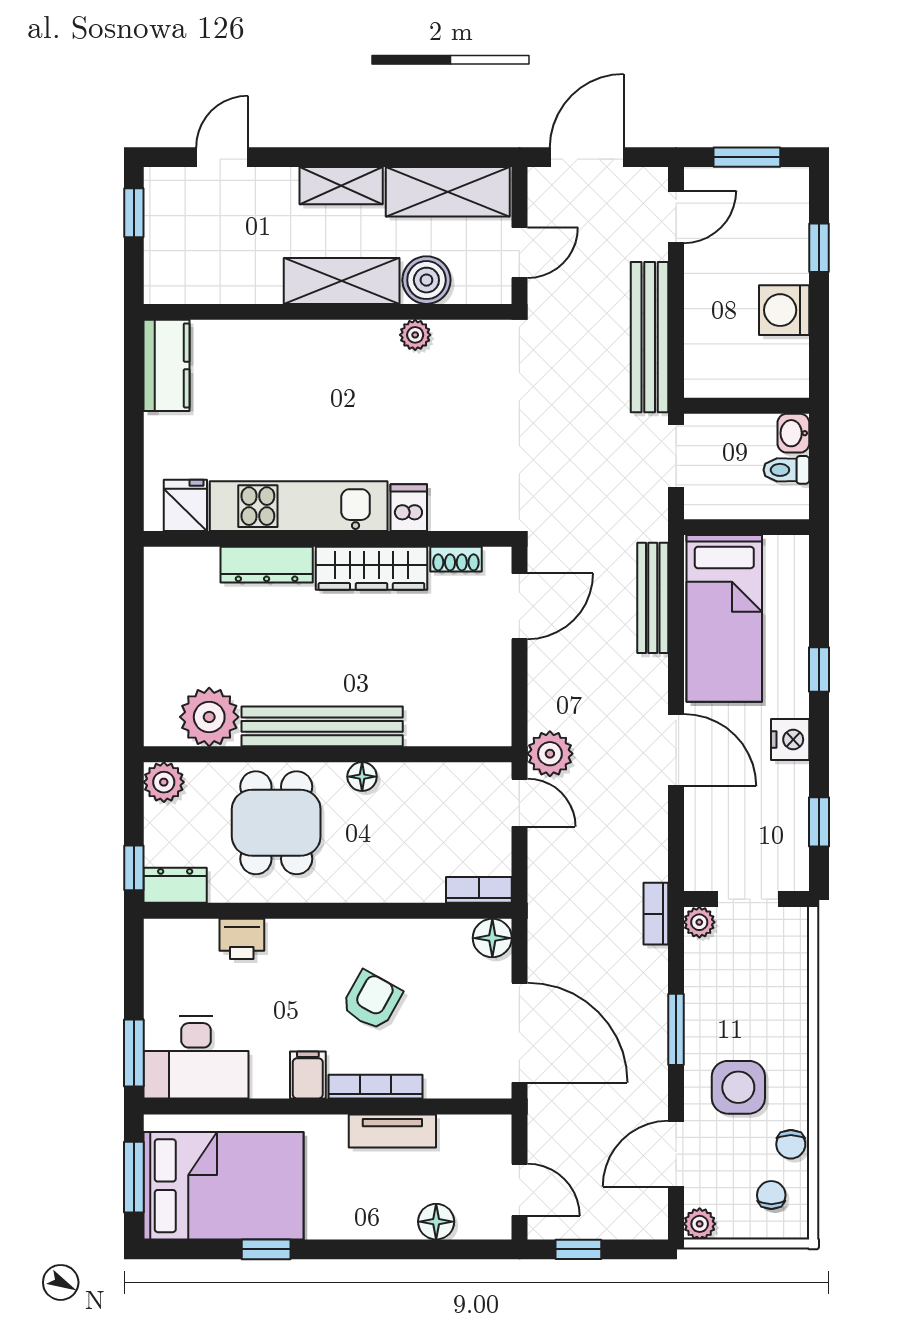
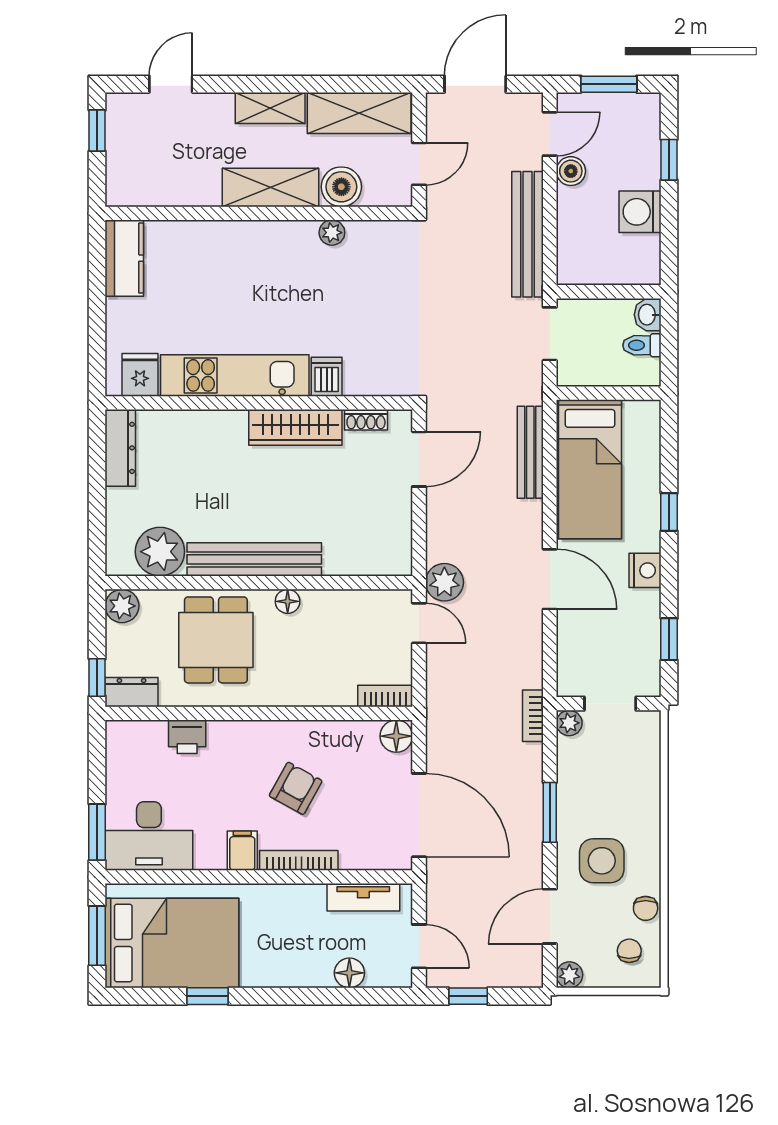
boiler: (701, 261) -> (571, 171), added
dresser: (267, 565) -> (120, 448), moved, turned -90
tv unit: (392, 1131) -> (363, 897), moved

